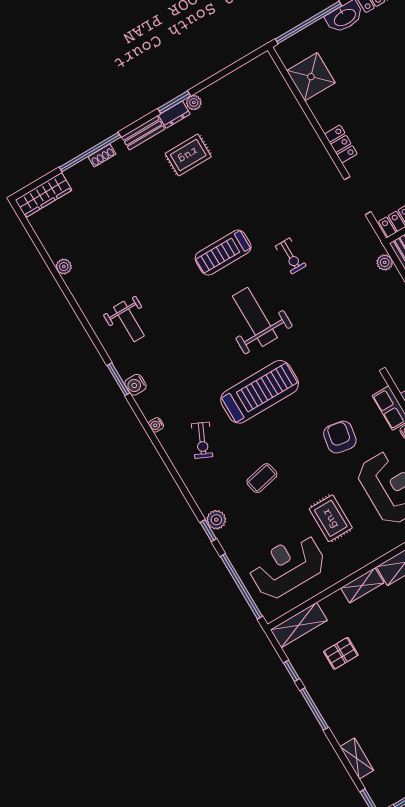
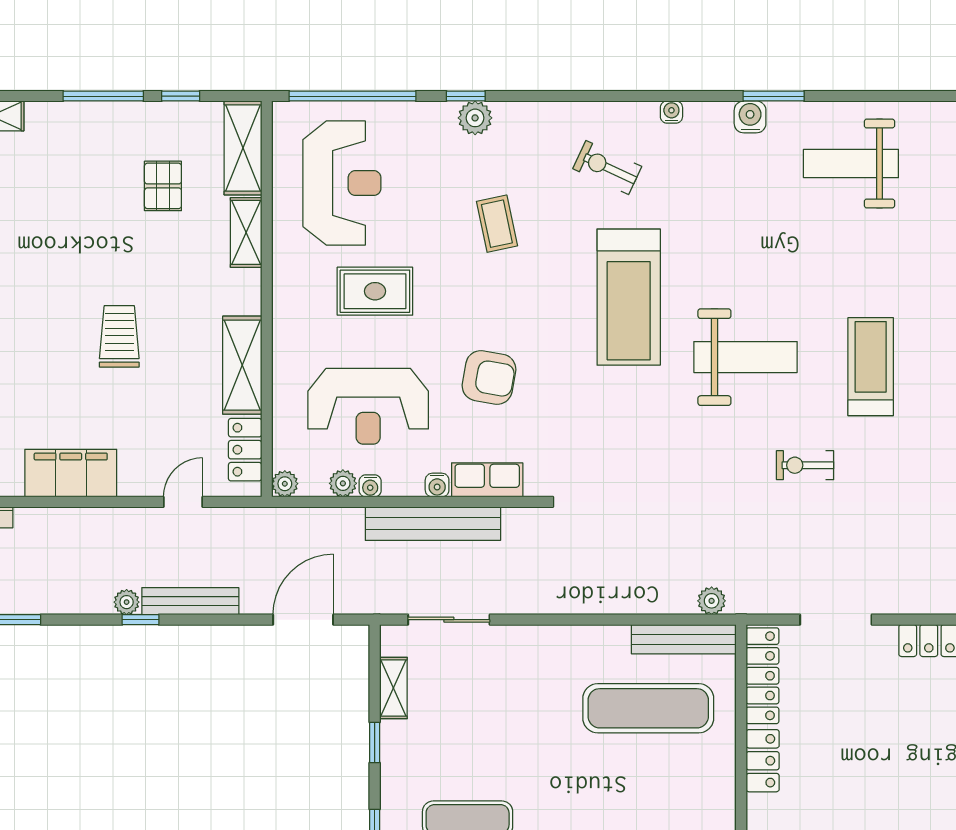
weight bench: (129, 322) -> (851, 163), width x1.36, depth x1.33
shelving: (362, 585) -> (246, 232), moved

